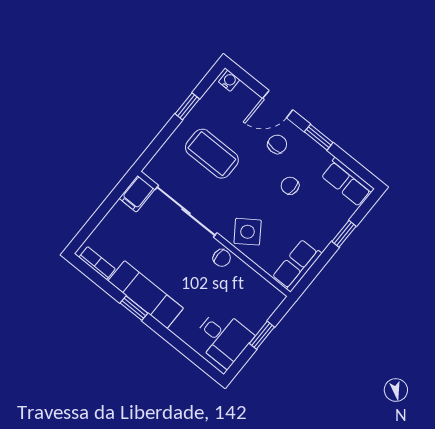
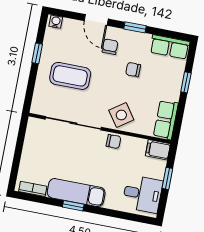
door: (278, 104) -> (96, 20), hinge flipped
filing cabinet: (137, 194) -> (158, 150), moved, turned 90

